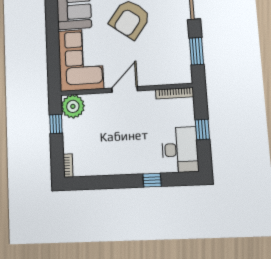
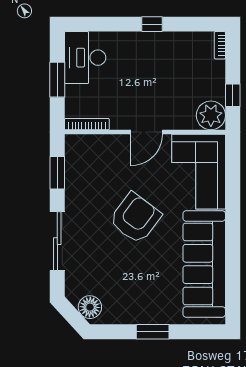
window: (202, 129) -> (57, 80), width x1.50
window: (152, 180) -> (152, 24), moved

